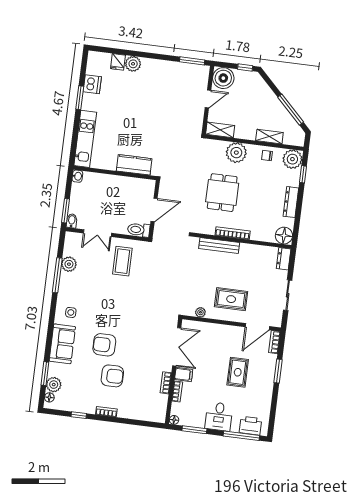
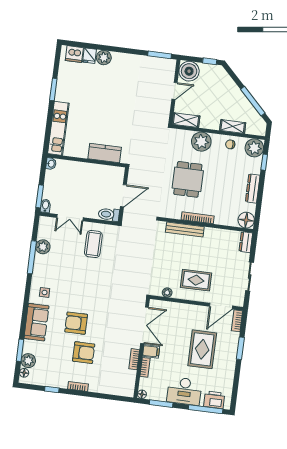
dishwasher: (92, 84) -> (74, 54), moved, turned 90
rug: (238, 372) -> (202, 349), width x1.36, depth x1.43
desk: (219, 416) -> (184, 391), width x1.37

